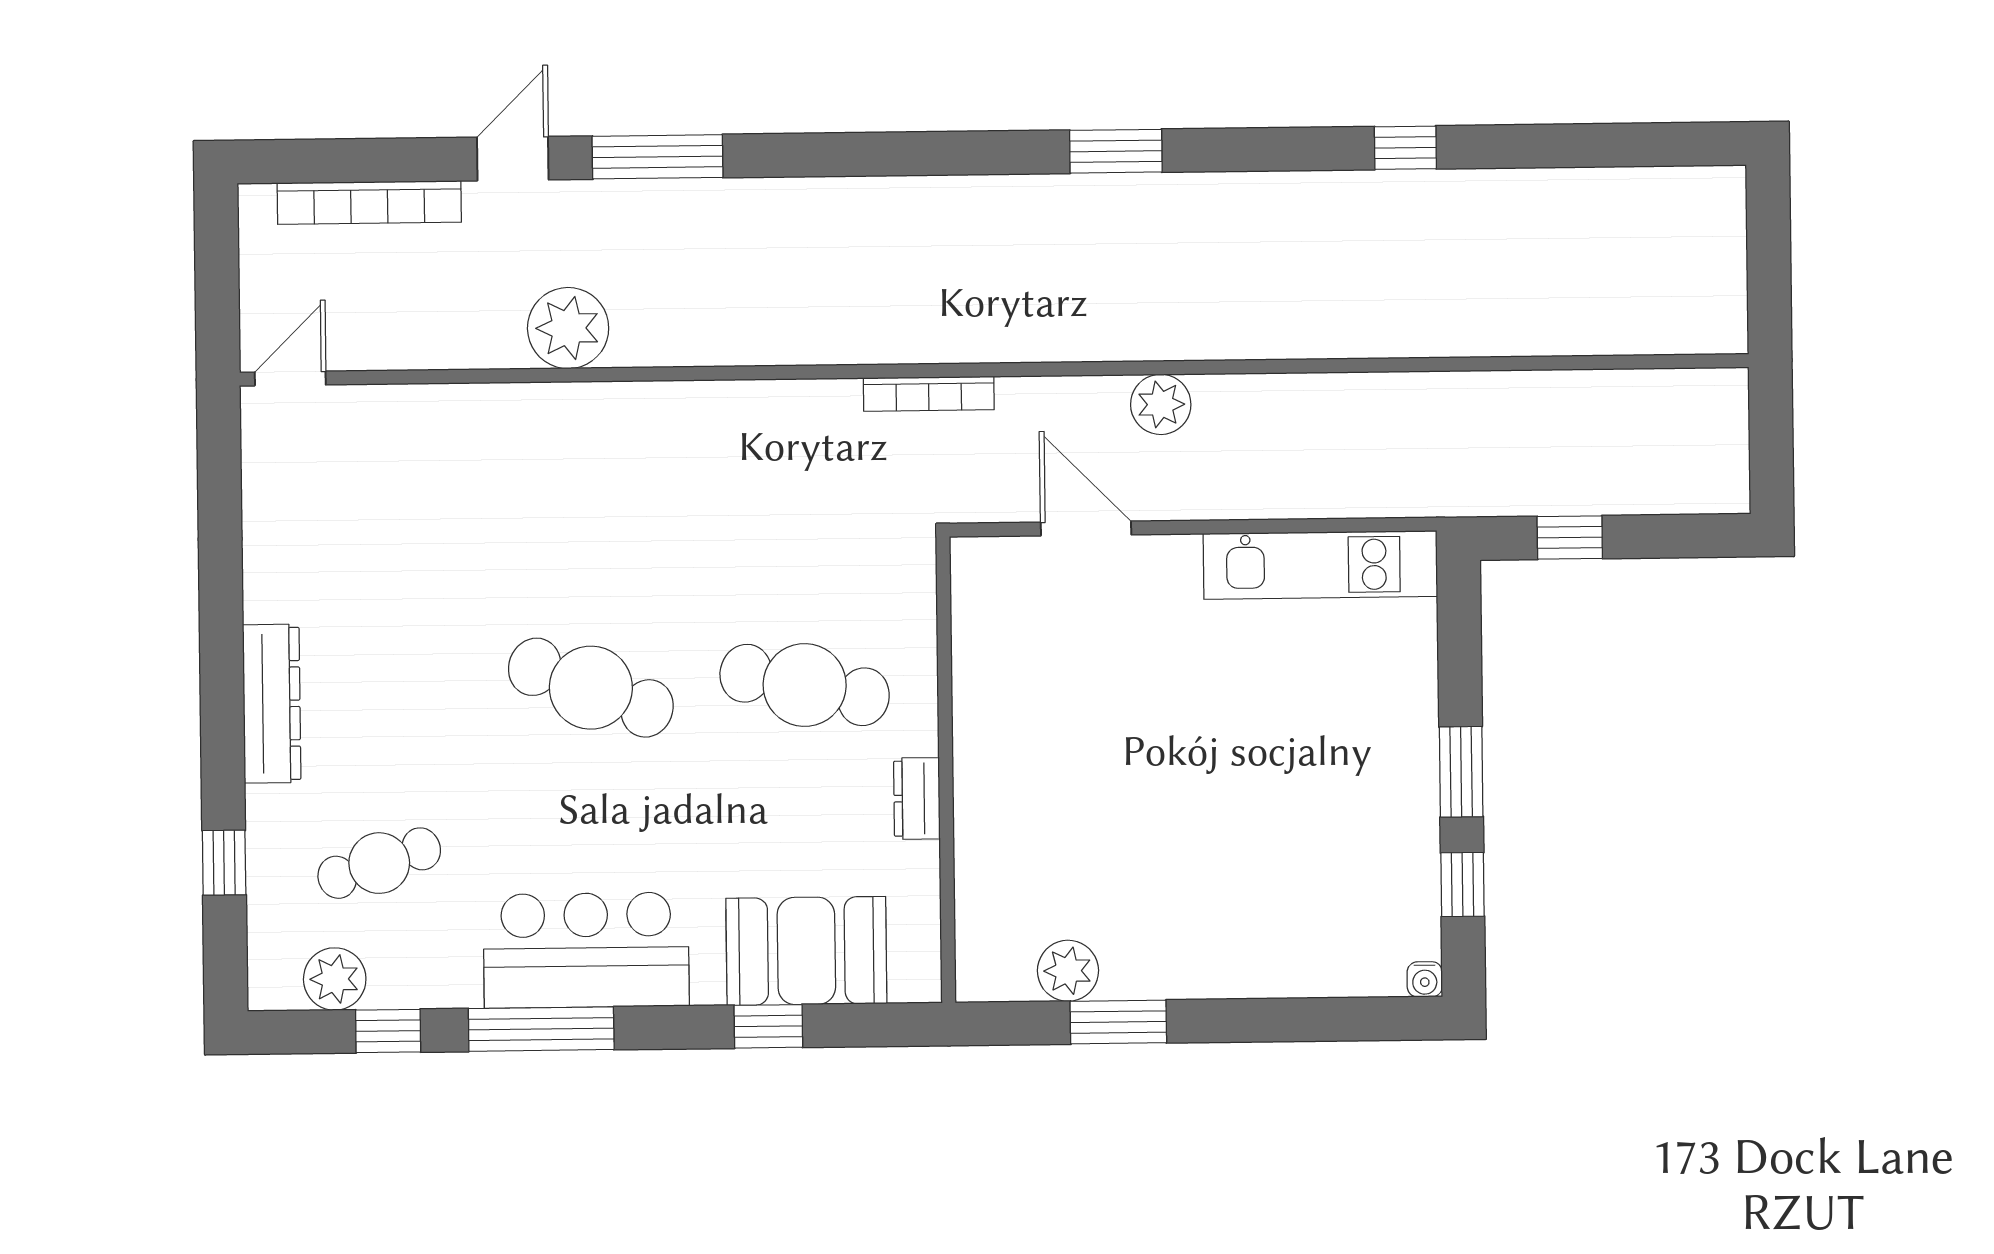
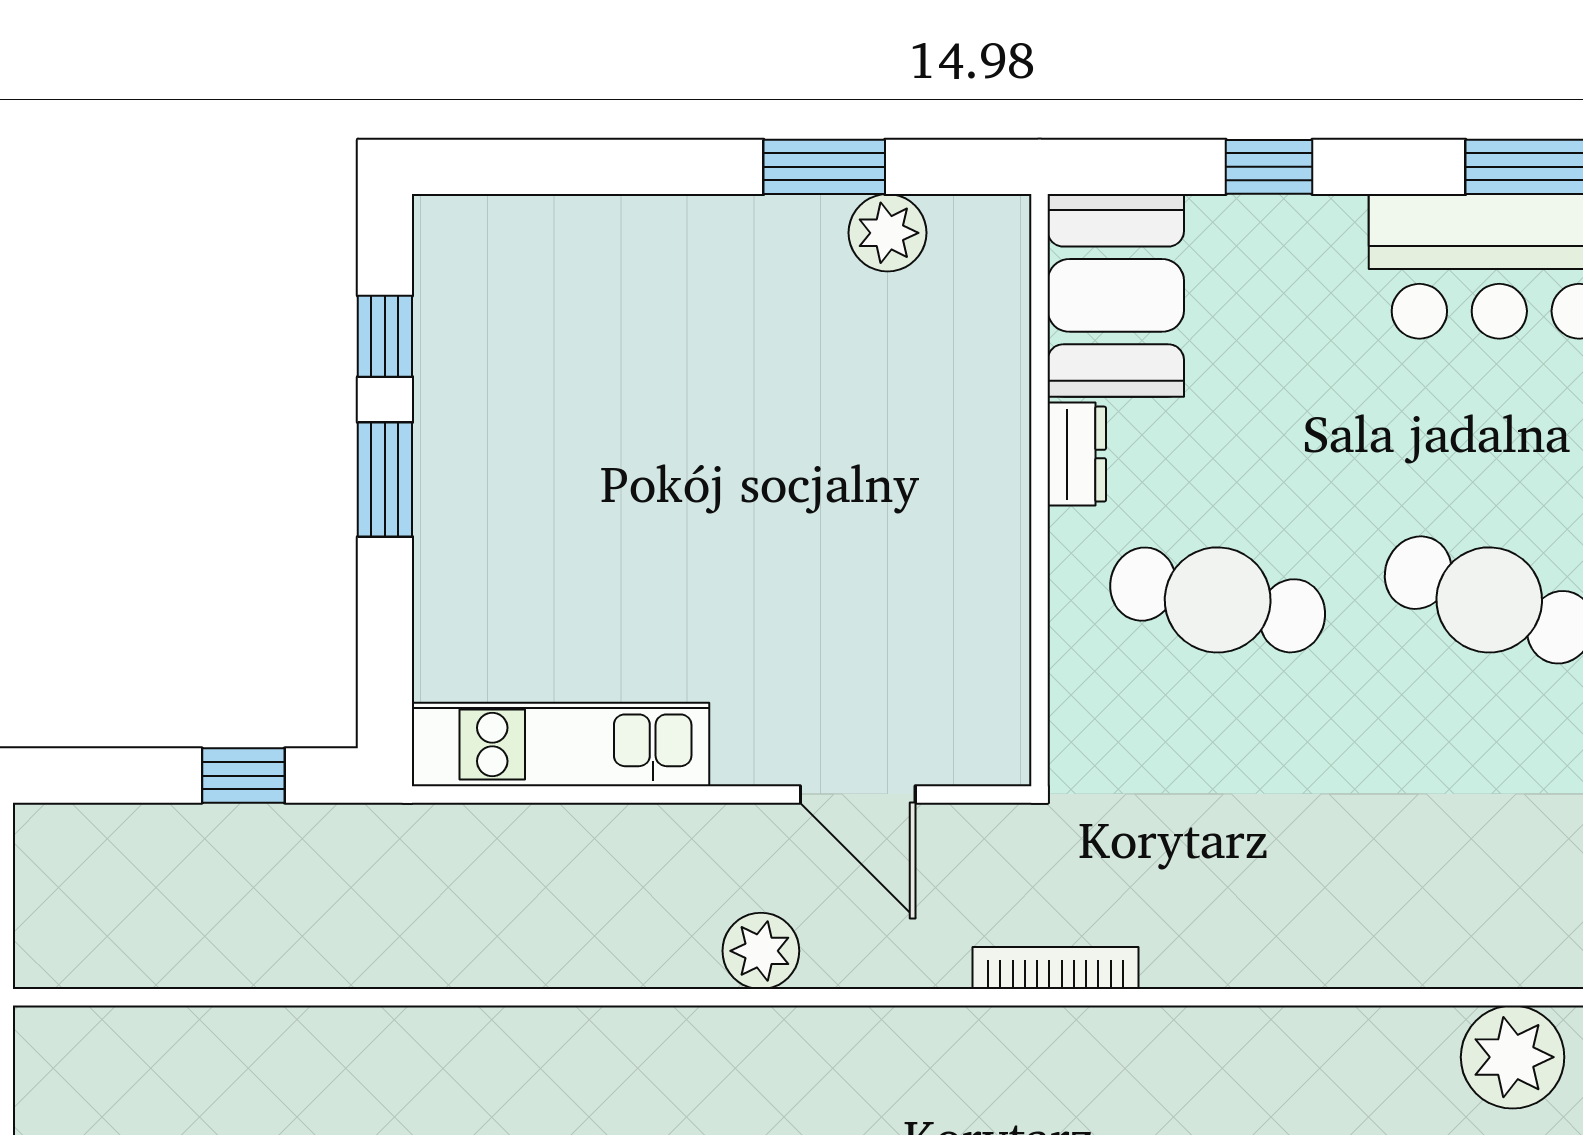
booth: (806, 951) -> (1116, 295), moved, turned 90
water cooler: (1425, 979) -> (434, 216), removed

